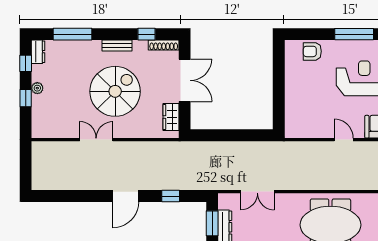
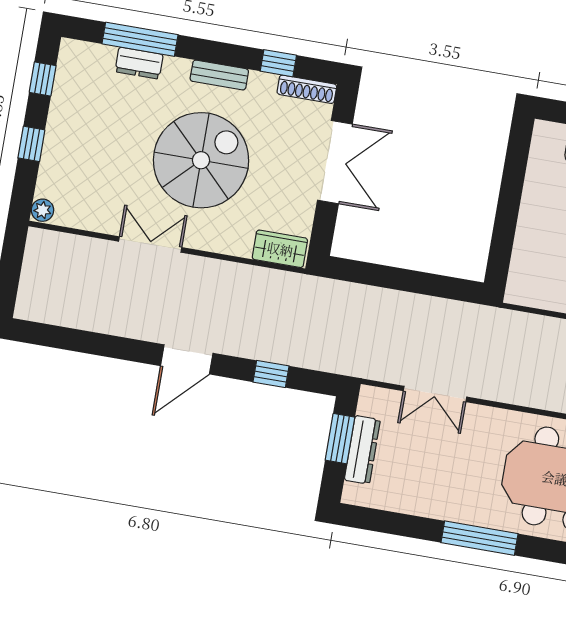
dresser: (38, 52) -> (139, 63), moved, turned 90
plant: (37, 88) -> (42, 210), moved
wardrobe: (171, 117) -> (280, 249), moved, turned 90

